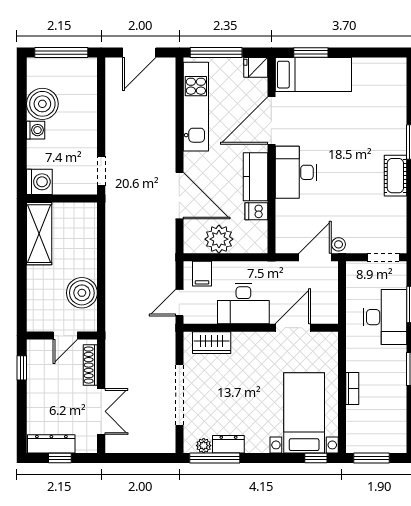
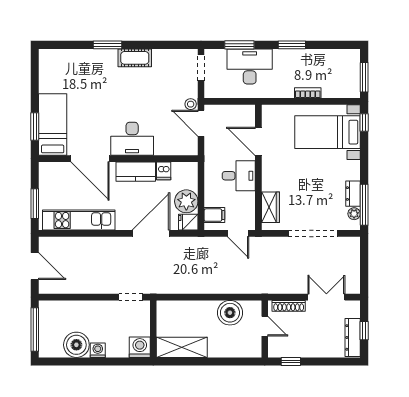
window: (216, 53) -> (35, 204), width x0.69
fridge: (256, 67) -> (188, 222), moved, turned 90
desk: (243, 304) -> (239, 176), width x0.73

